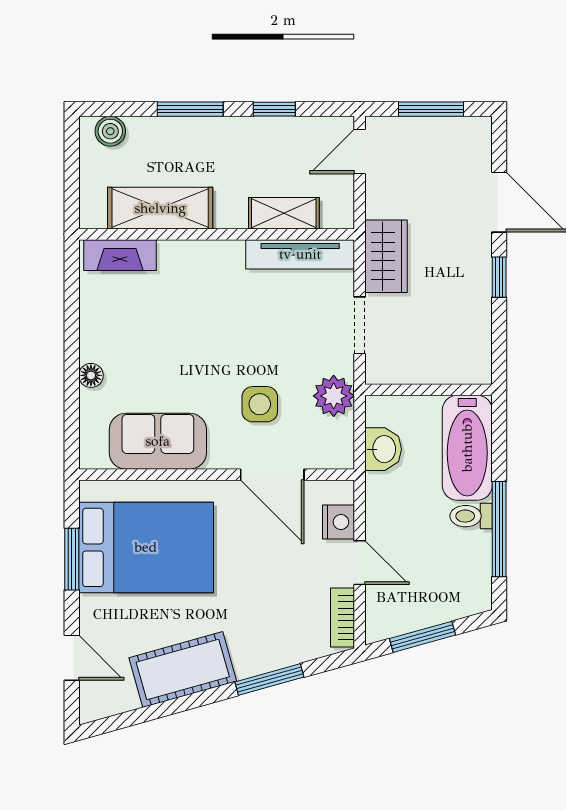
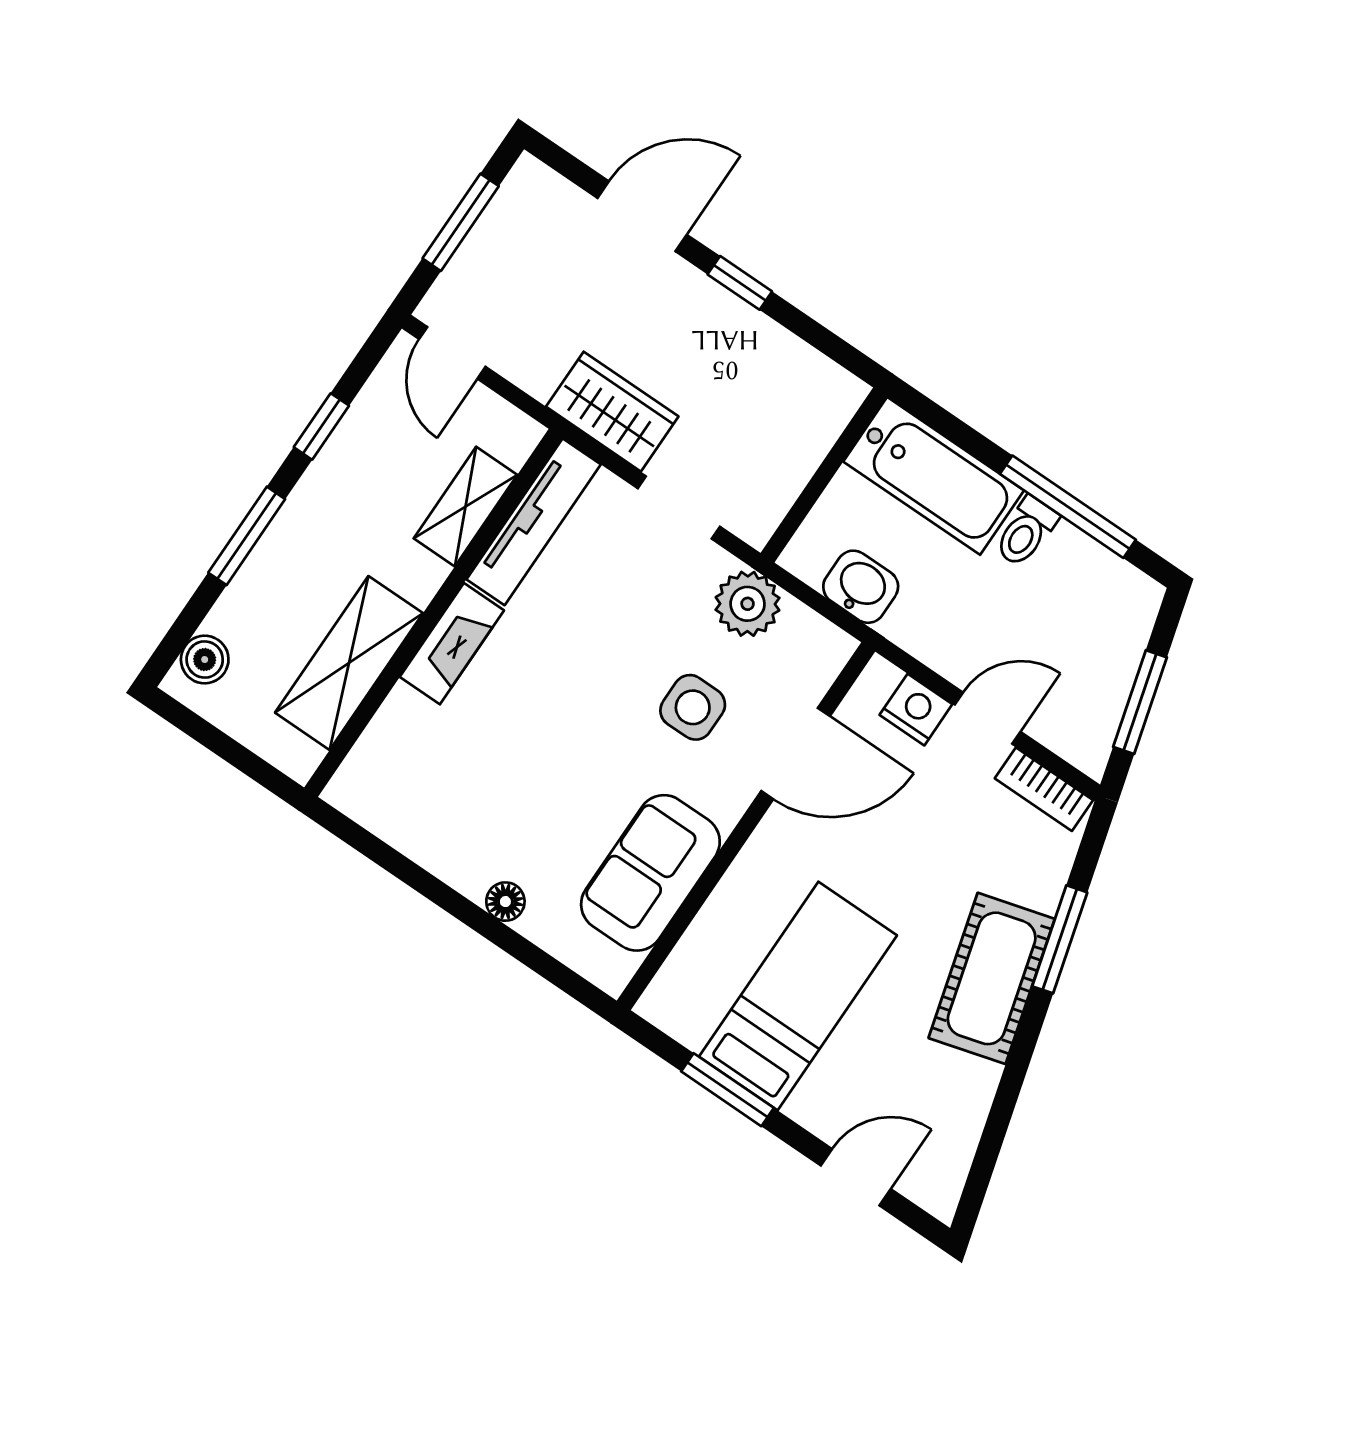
fireplace: (120, 255) -> (452, 644), moved
bed: (146, 547) -> (798, 996), width x0.67
cot: (183, 670) -> (992, 978), moved

